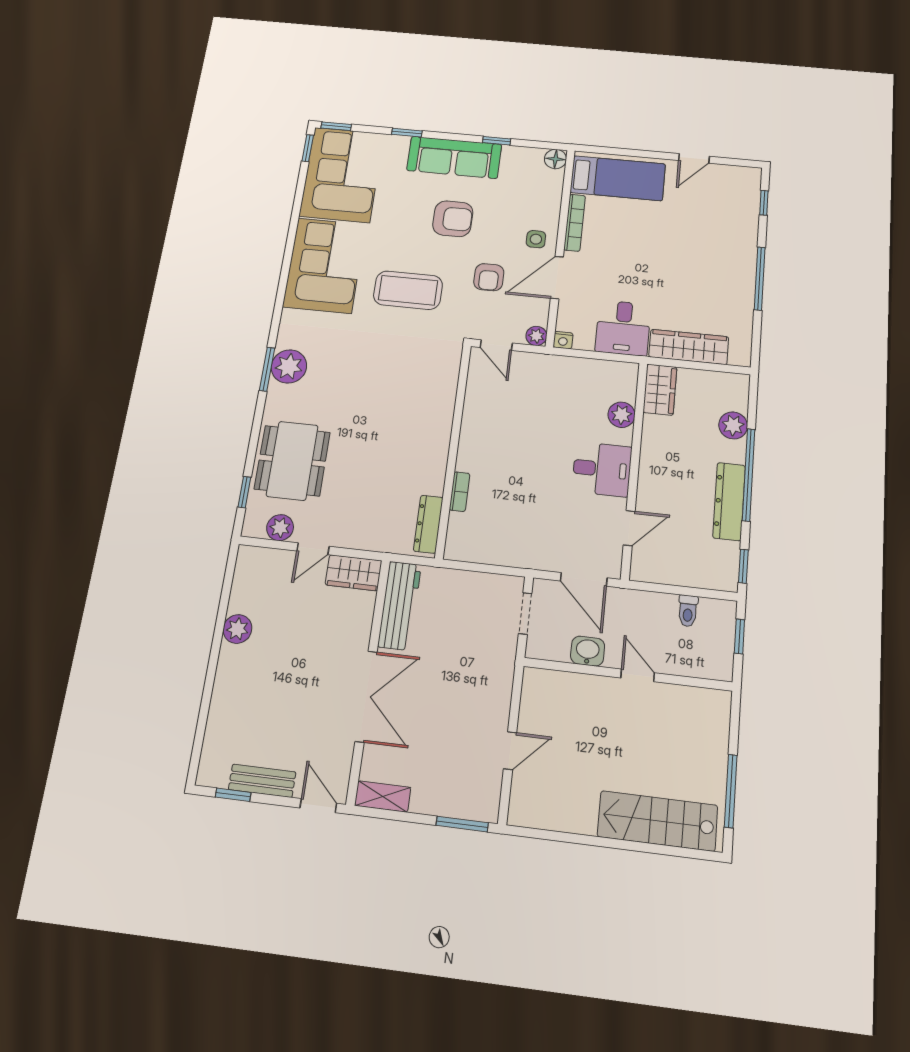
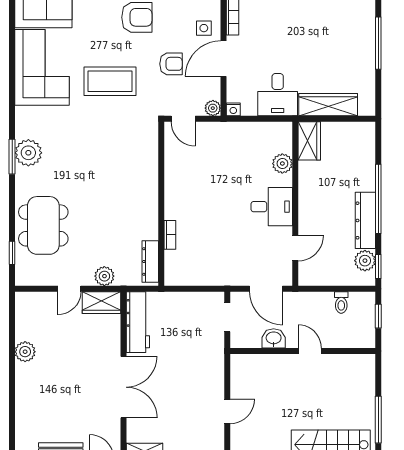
armchair: (489, 277) -> (171, 64), turned -90
plant: (733, 425) -> (365, 261), moved
plant: (280, 528) -> (104, 276), moved

